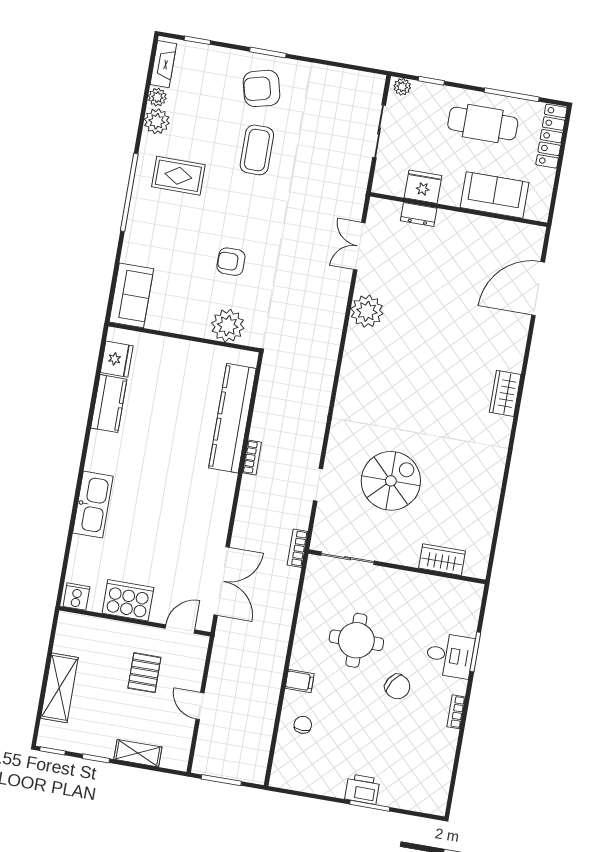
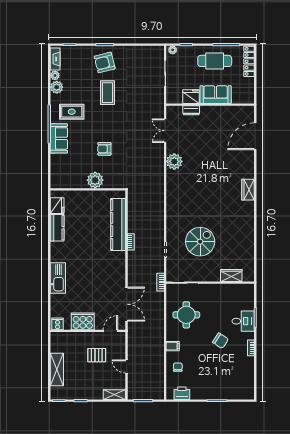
sofa: (495, 195) -> (216, 95), moved
sofa: (131, 295) -> (59, 138), moved
plant: (228, 326) -> (95, 180), moved
round table: (356, 640) -> (186, 315), moved
pallet: (144, 673) -> (97, 355), turned 90
shelving: (138, 753) -> (114, 395), moved
printer: (362, 789) -> (182, 393), moved

